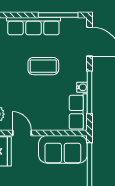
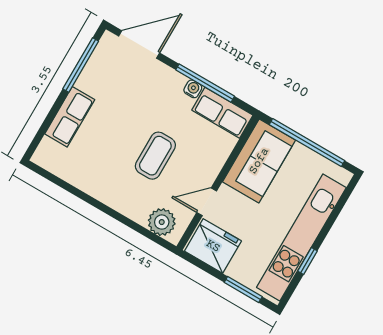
row of seats: (33, 26) -> (70, 117), width x0.68
coffee table: (43, 66) -> (155, 156), moved

